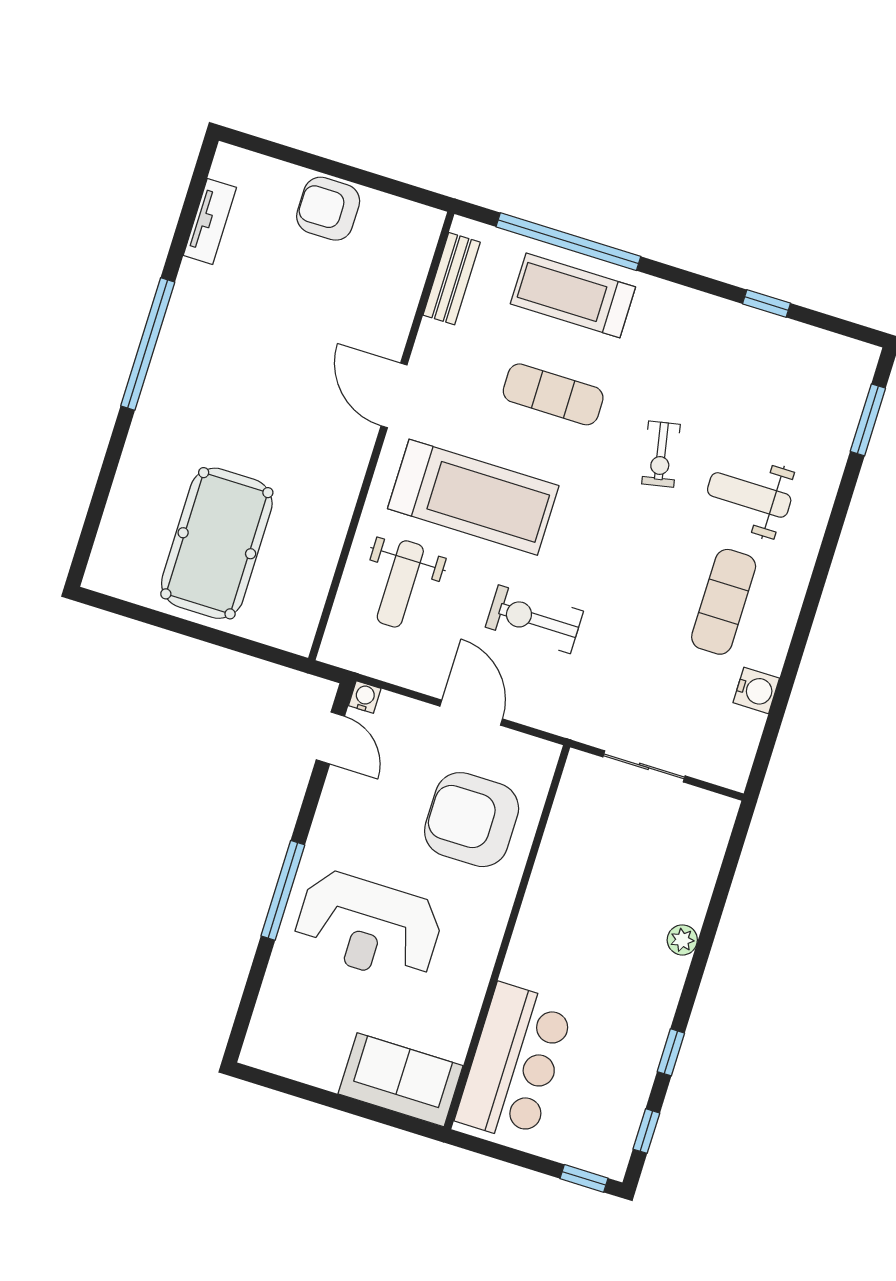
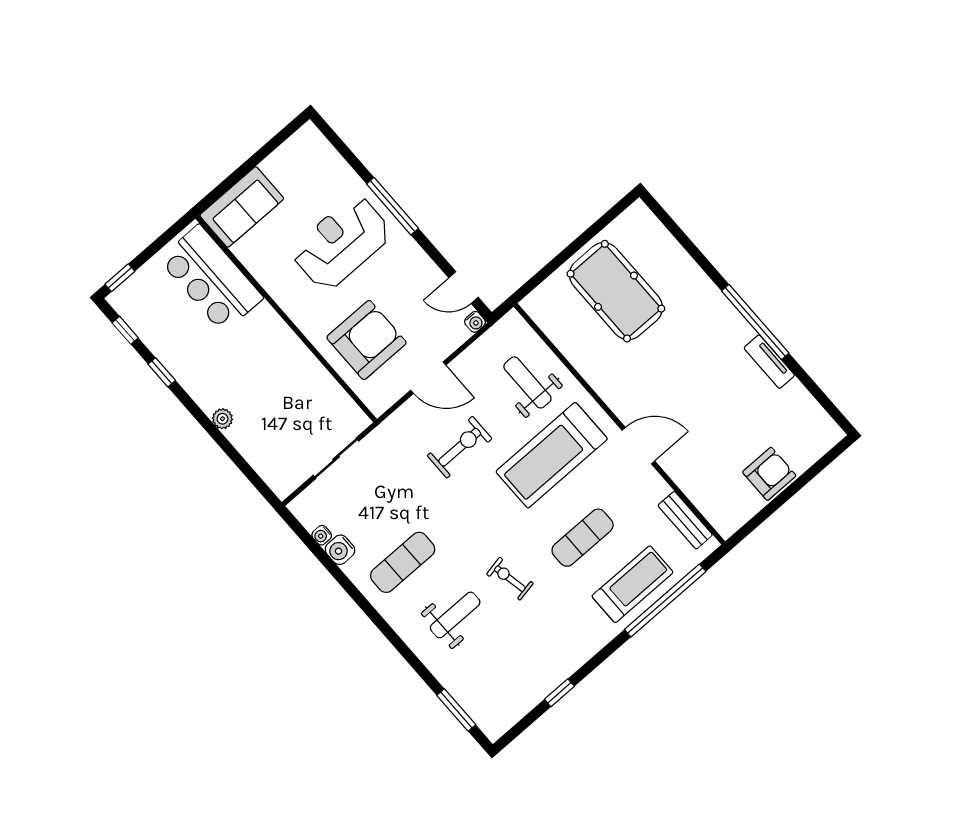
tv unit: (210, 221) -> (769, 362), moved
exercise mat: (724, 602) -> (403, 562), turned 90
water cooler: (752, 725) -> (322, 535), added

